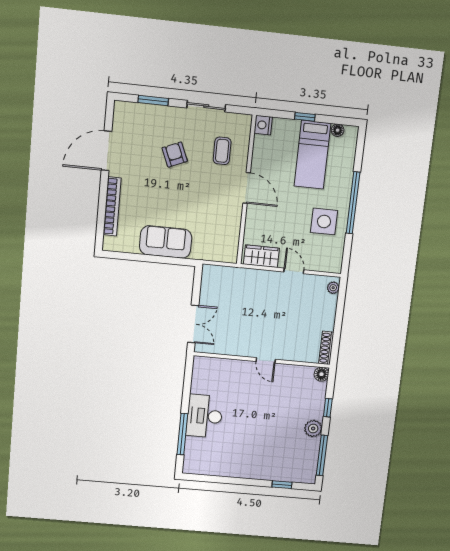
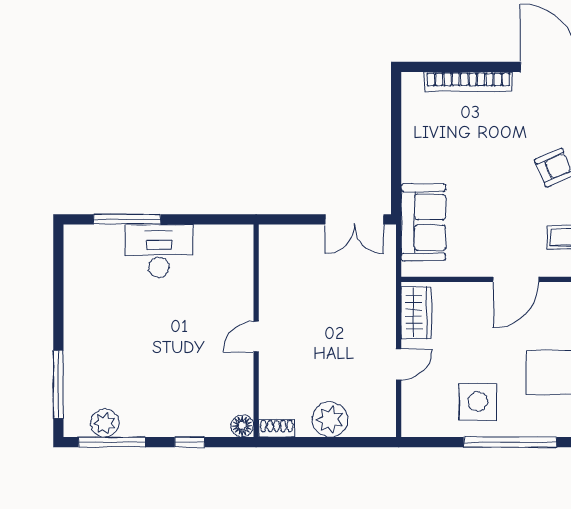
sofa: (166, 242) -> (423, 222), moved
plant: (333, 288) -> (330, 419), moved, width x1.88, depth x1.88
double door: (193, 324) -> (354, 219), moved
shoe rack: (326, 348) -> (277, 428), width x0.70
plant: (313, 429) -> (105, 423), moved
window: (282, 485) -> (58, 384), width x2.17

